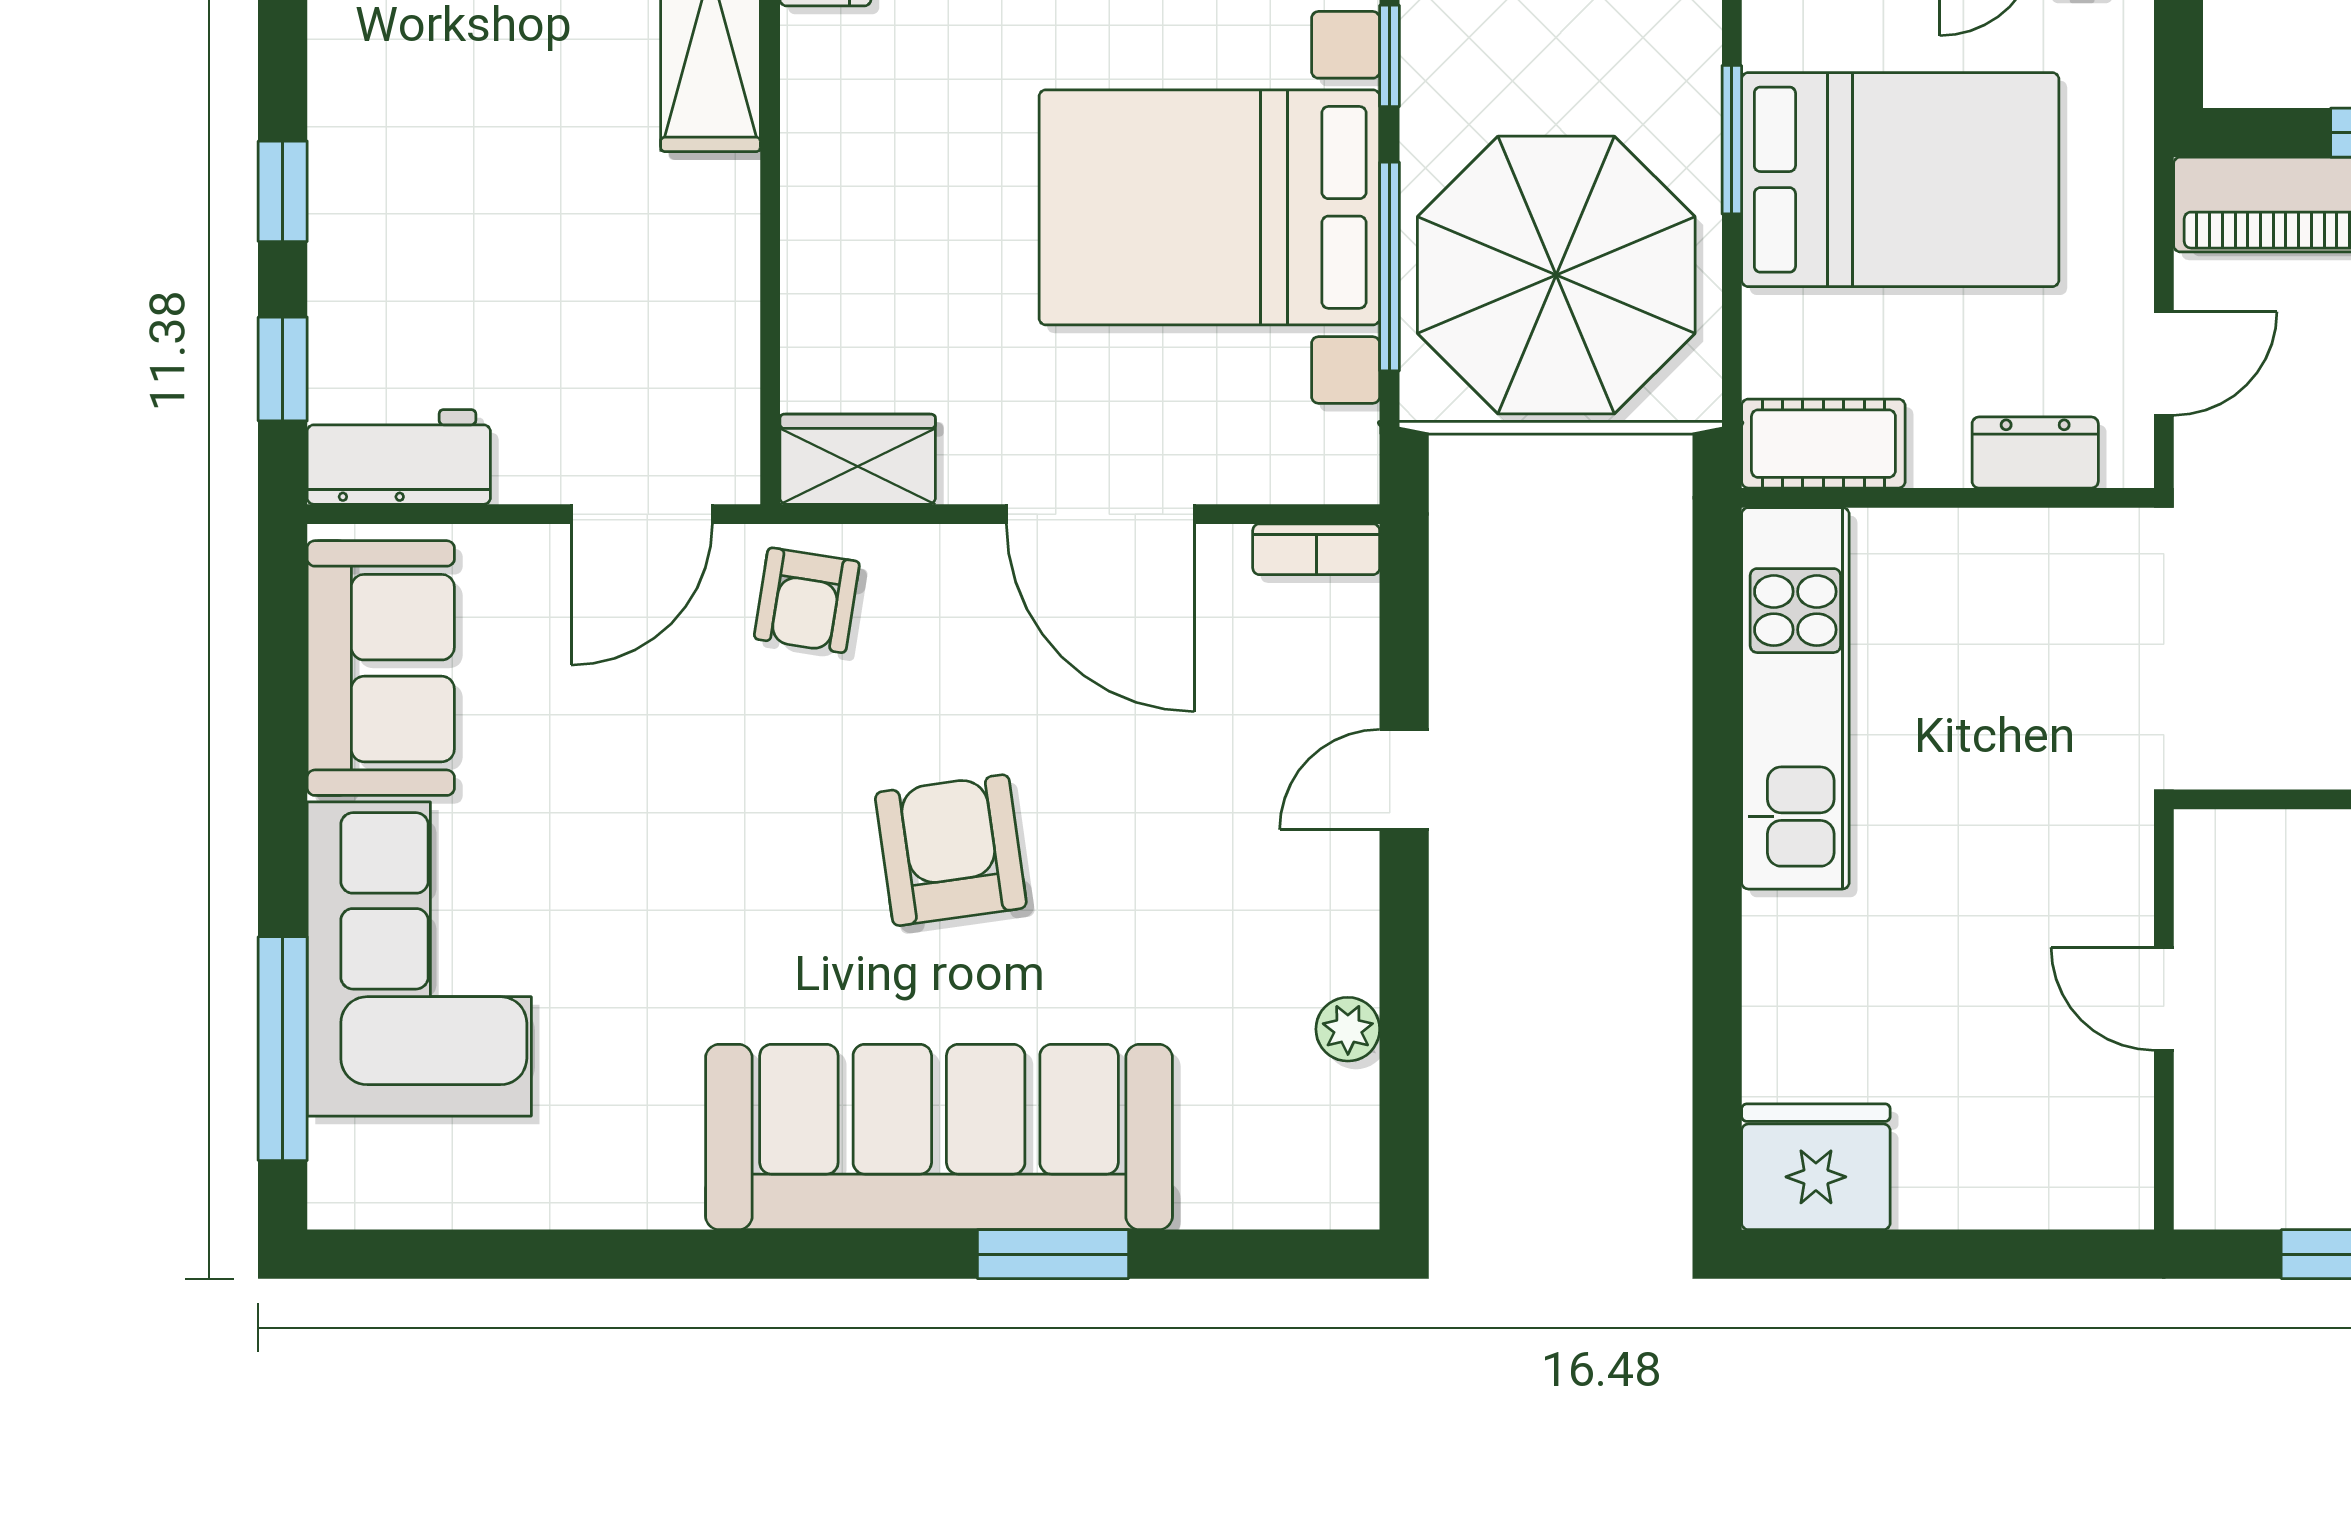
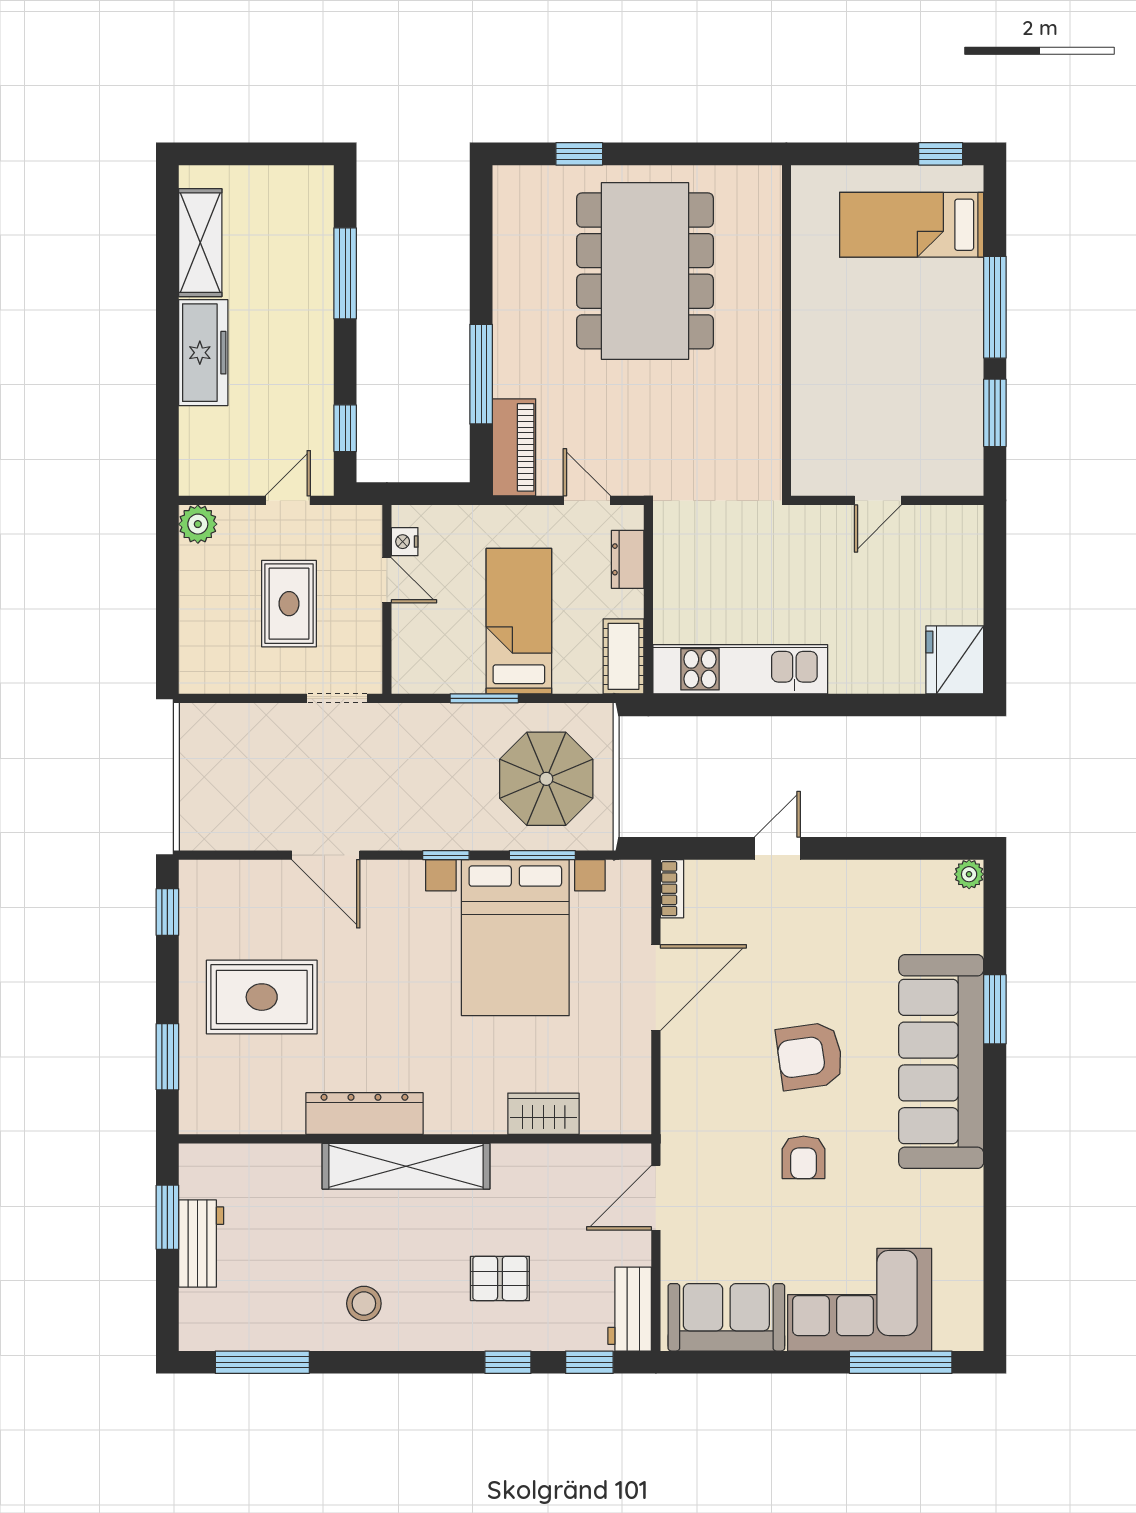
pallet: (466, 174) -> (500, 1278), added
bed: (1900, 180) -> (519, 621), width x0.67
window: (1390, 267) -> (542, 855), width x0.69
parasol: (1556, 275) -> (546, 779), width x0.73, depth x0.73
wardrobe: (858, 459) -> (543, 1114), moved, turned 90
door: (642, 514) -> (656, 1198), swing flipped
armchair: (807, 600) -> (804, 1157), moved, turned 81
door: (1404, 780) -> (777, 848), swing flipped
plant: (1348, 1029) -> (969, 874), moved

